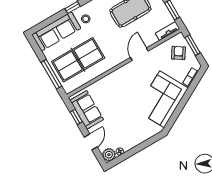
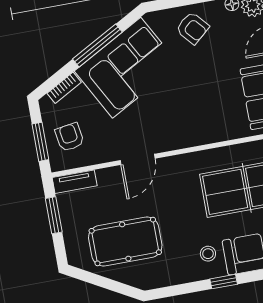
armchair: (178, 53) -> (70, 137), turned 138
window: (181, 105) -> (97, 45), added
armchair: (136, 132) -> (192, 28), added

